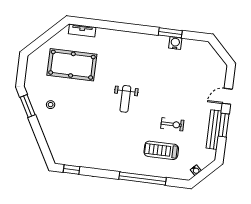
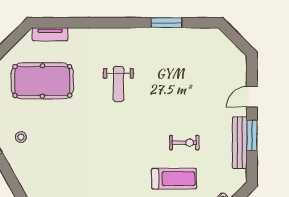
water cooler: (175, 43) -> (174, 35), removed
weight bench: (125, 99) -> (118, 84), moved
treadmill: (161, 150) -> (174, 179), turned 180

